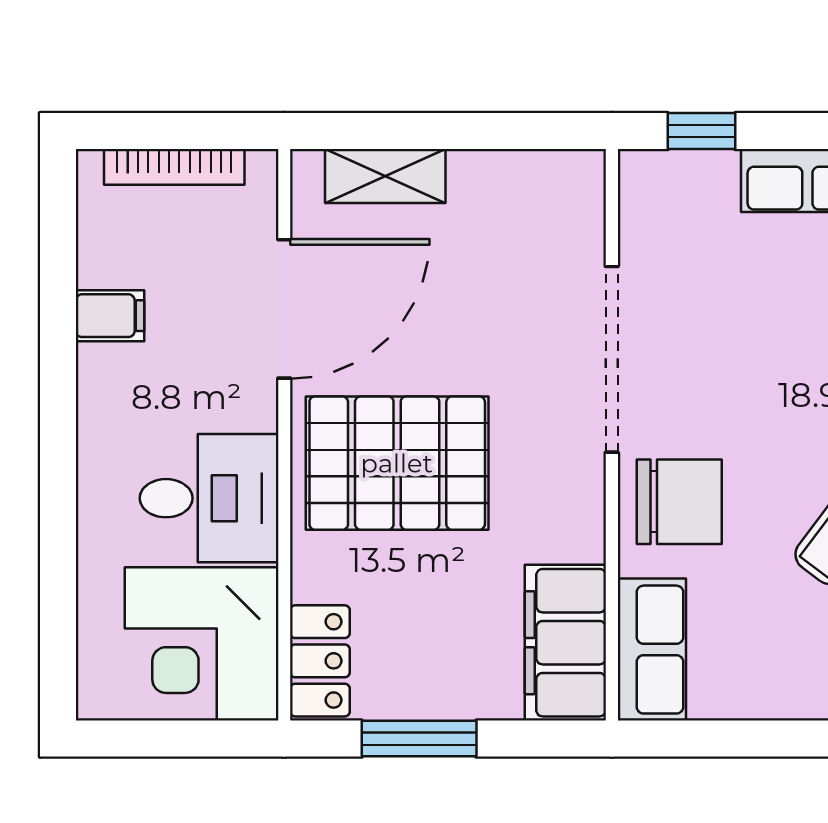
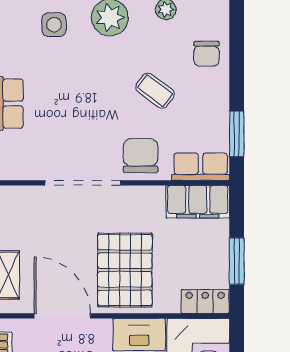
window: (733, 739) -> (237, 134), added

